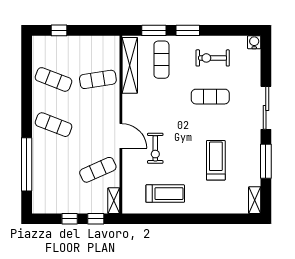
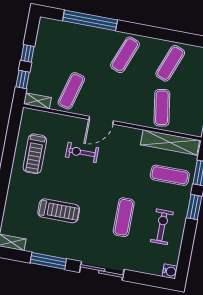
exercise mat: (98, 170) -> (71, 91), turned 39

